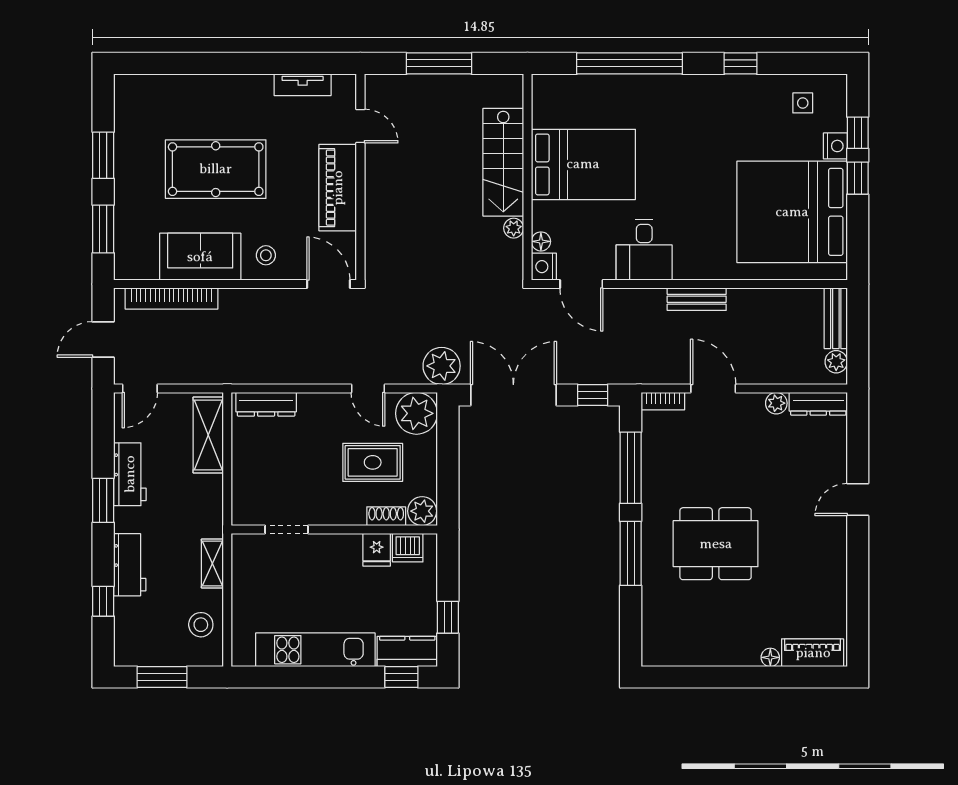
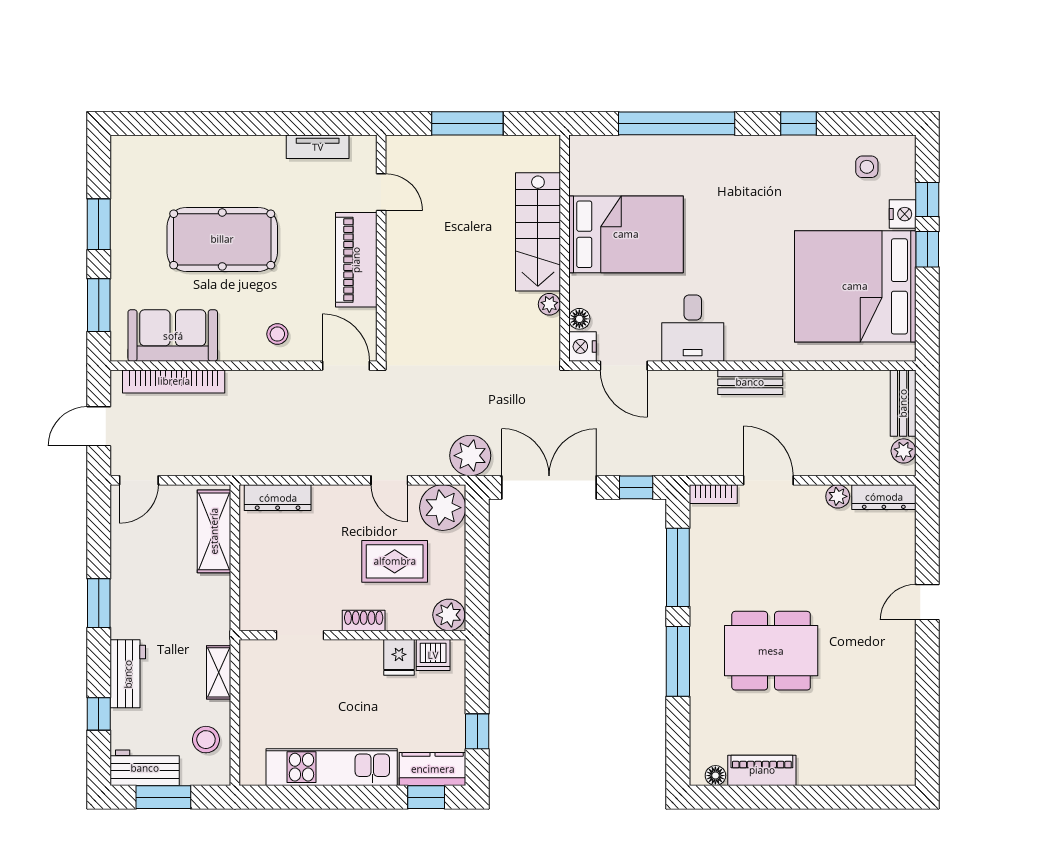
sofa: (200, 257) -> (173, 336), moved
workbench: (130, 474) -> (145, 768), moved, turned -90
shoe rack: (386, 516) -> (364, 620), moved
piano: (813, 653) -> (762, 770), moved
floor lamp: (770, 657) -> (715, 776), moved

